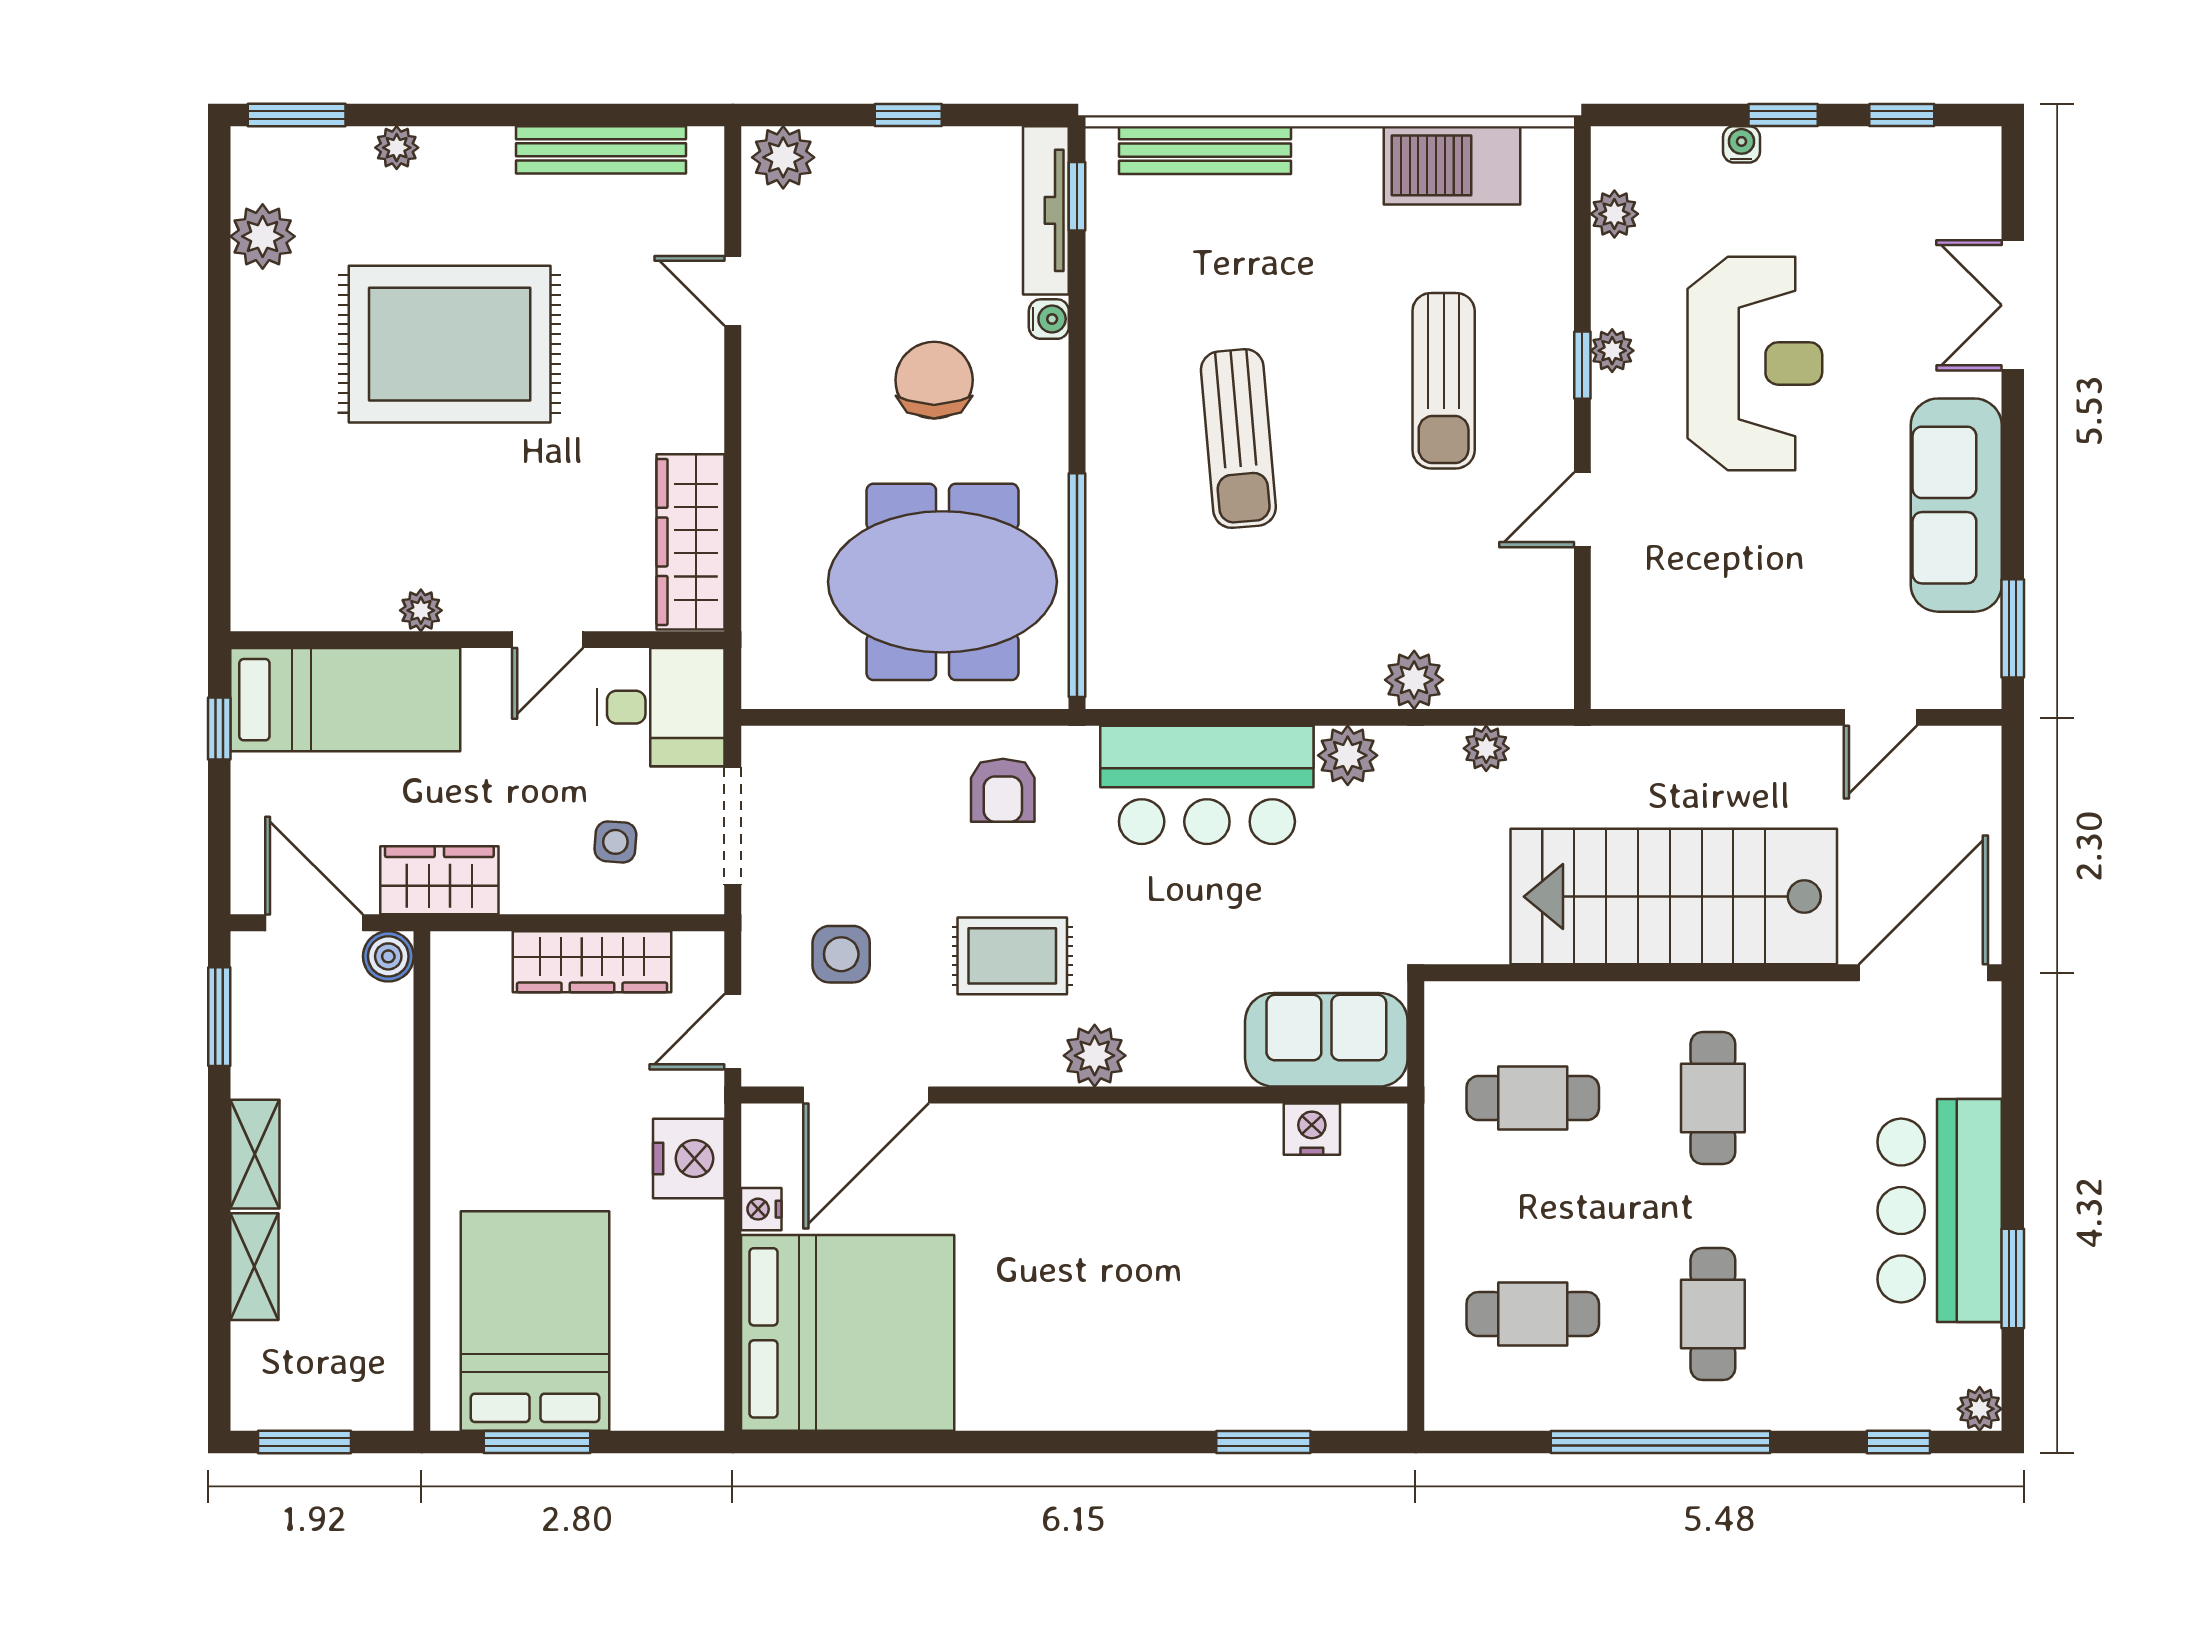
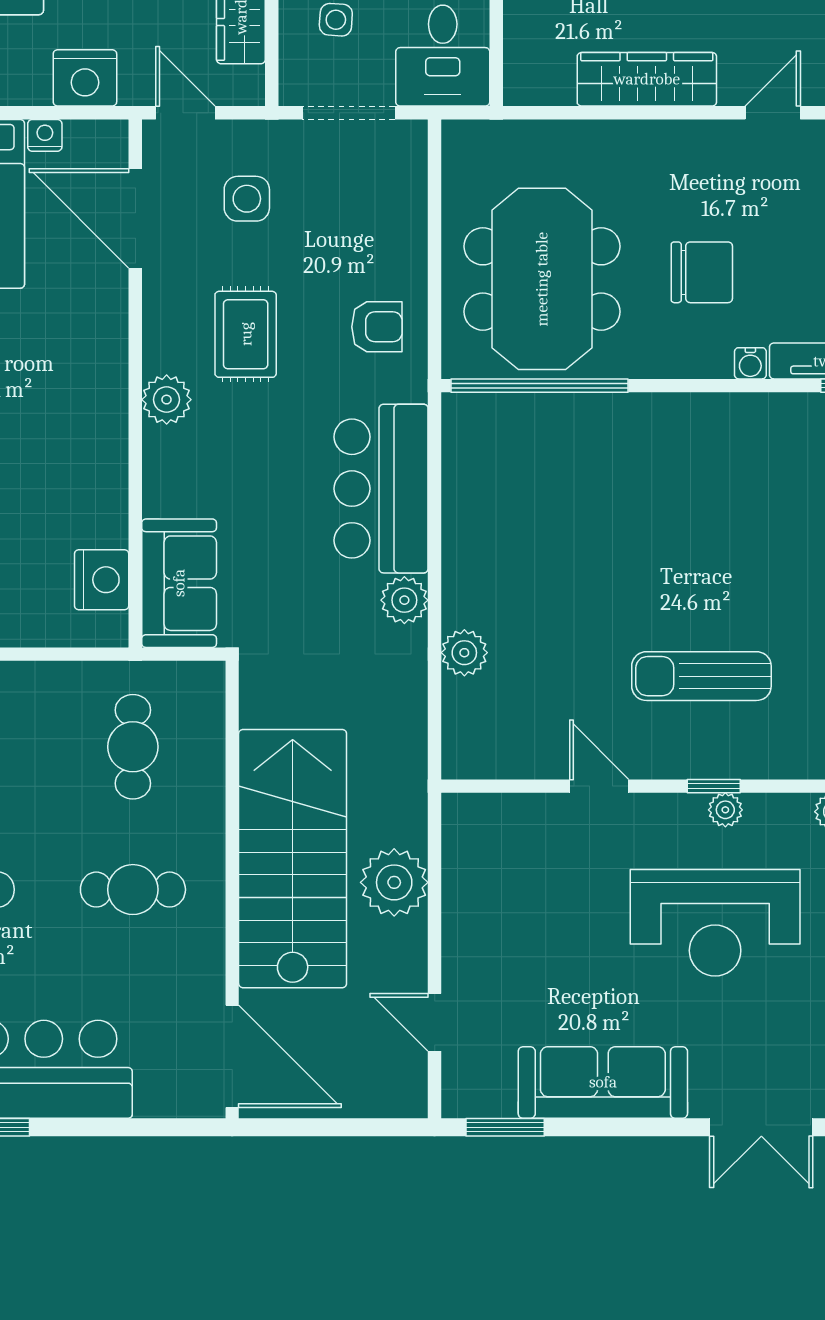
double door: (2013, 305) -> (761, 1127), swing flipped
sun lounger: (1238, 439) -> (656, 514), removed
wardrobe: (691, 542) -> (647, 79), moved
plant: (1486, 748) -> (394, 882), moved, width x1.87, depth x1.87
armchair: (1003, 790) -> (377, 327), turned 180
nightstand: (1312, 1129) -> (102, 580), width x1.36, depth x1.33

